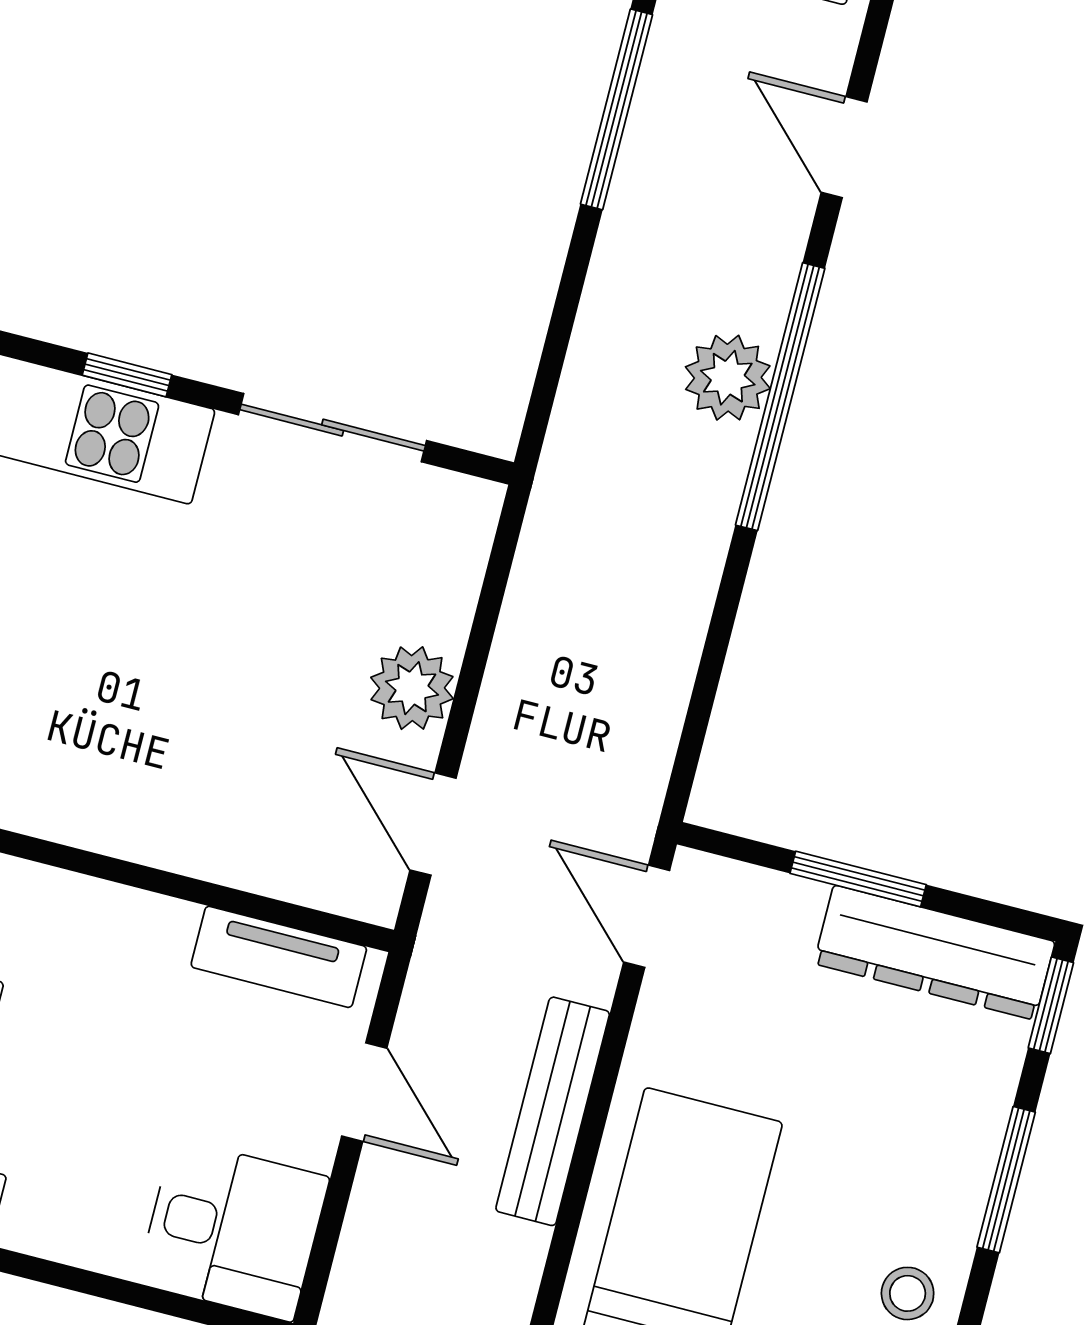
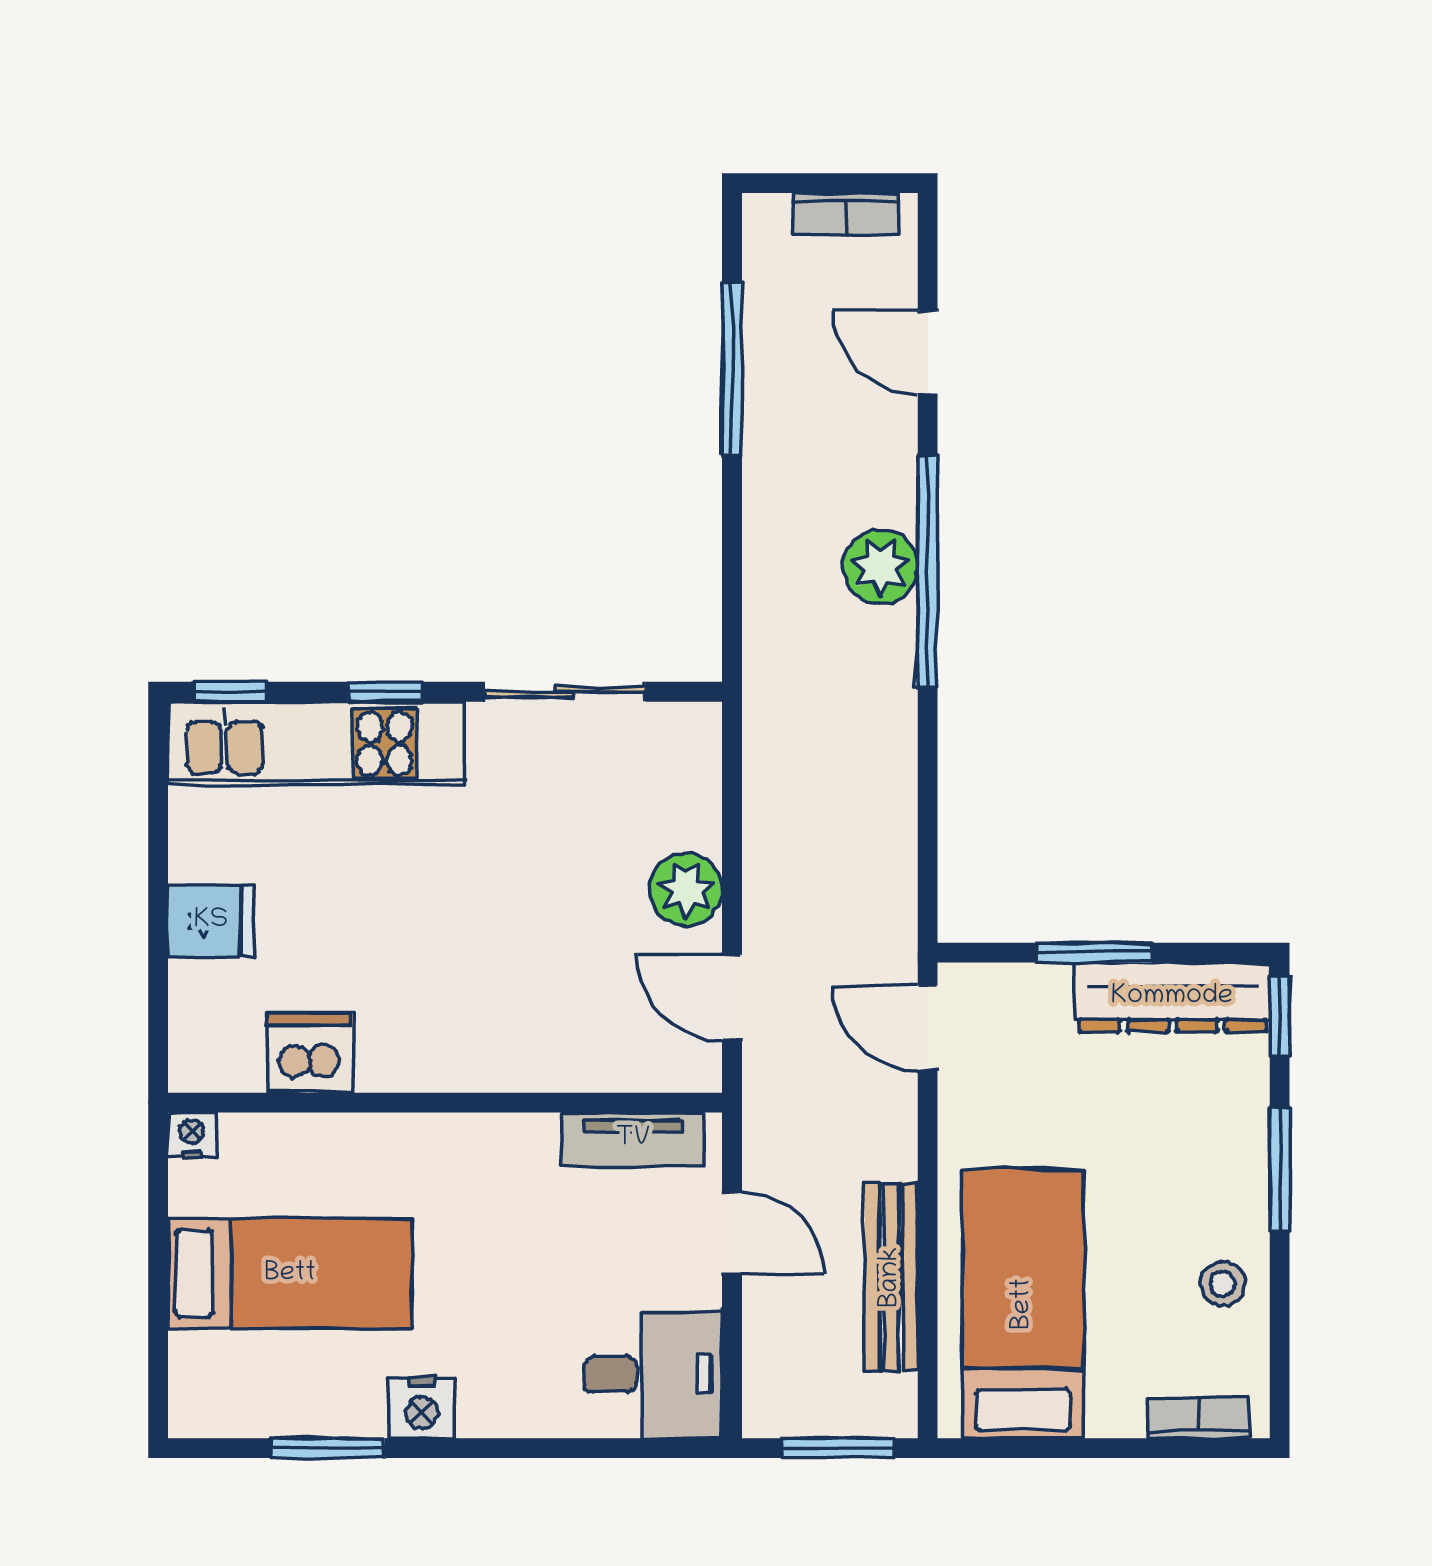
bench: (553, 1111) -> (891, 1277), moved

